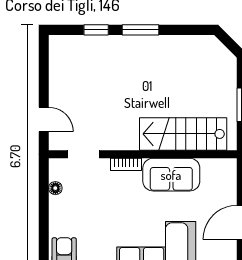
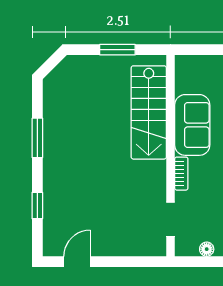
window: (141, 30) -> (37, 138), moved
door: (44, 119) -> (77, 262), moved

